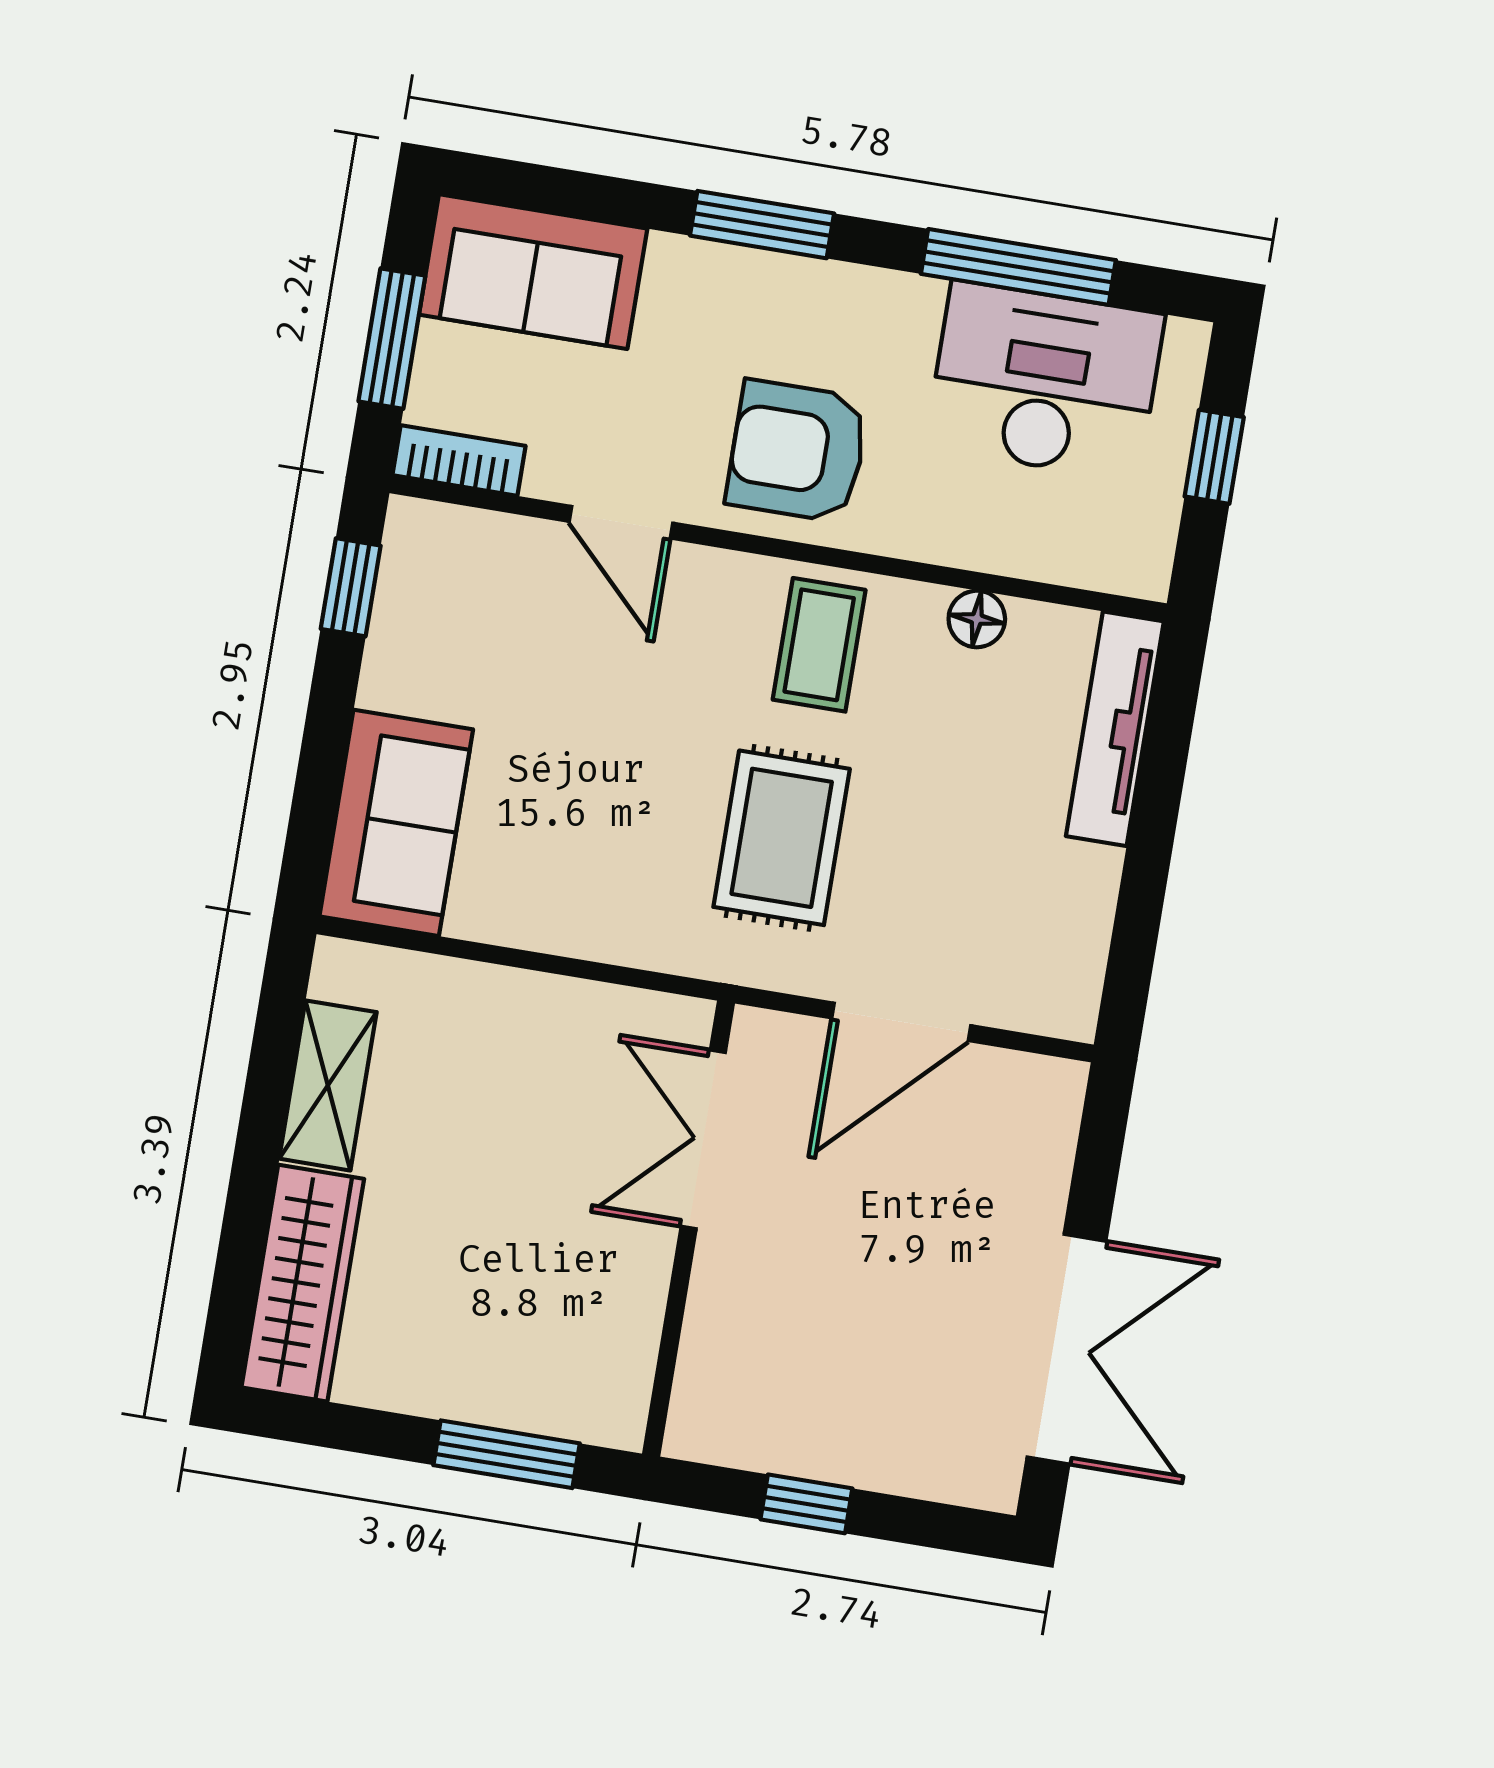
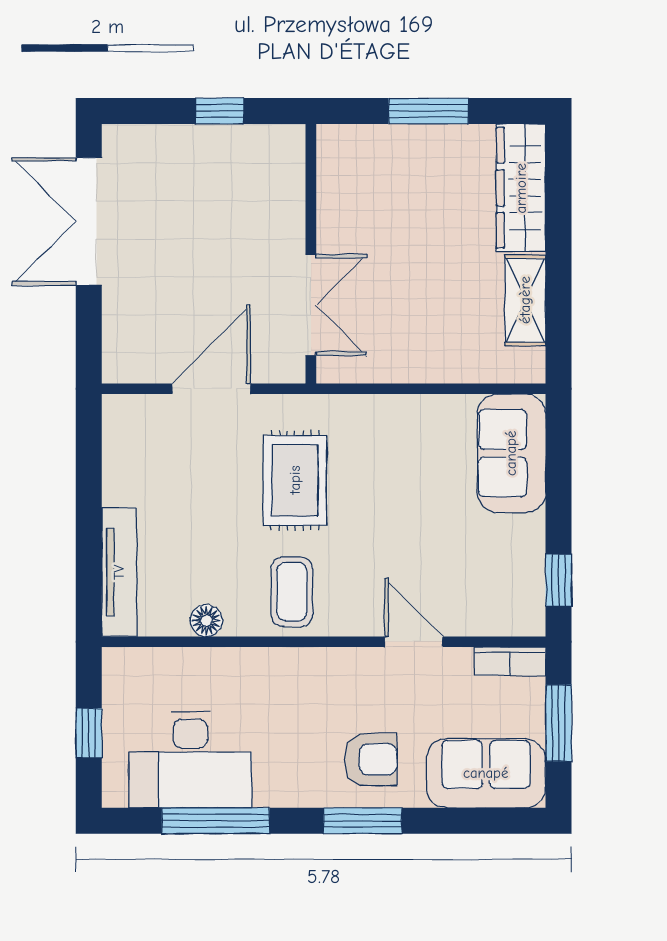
armchair: (797, 451) -> (371, 759), moved, width x0.72, depth x0.72
window: (507, 1454) -> (428, 111), moved

